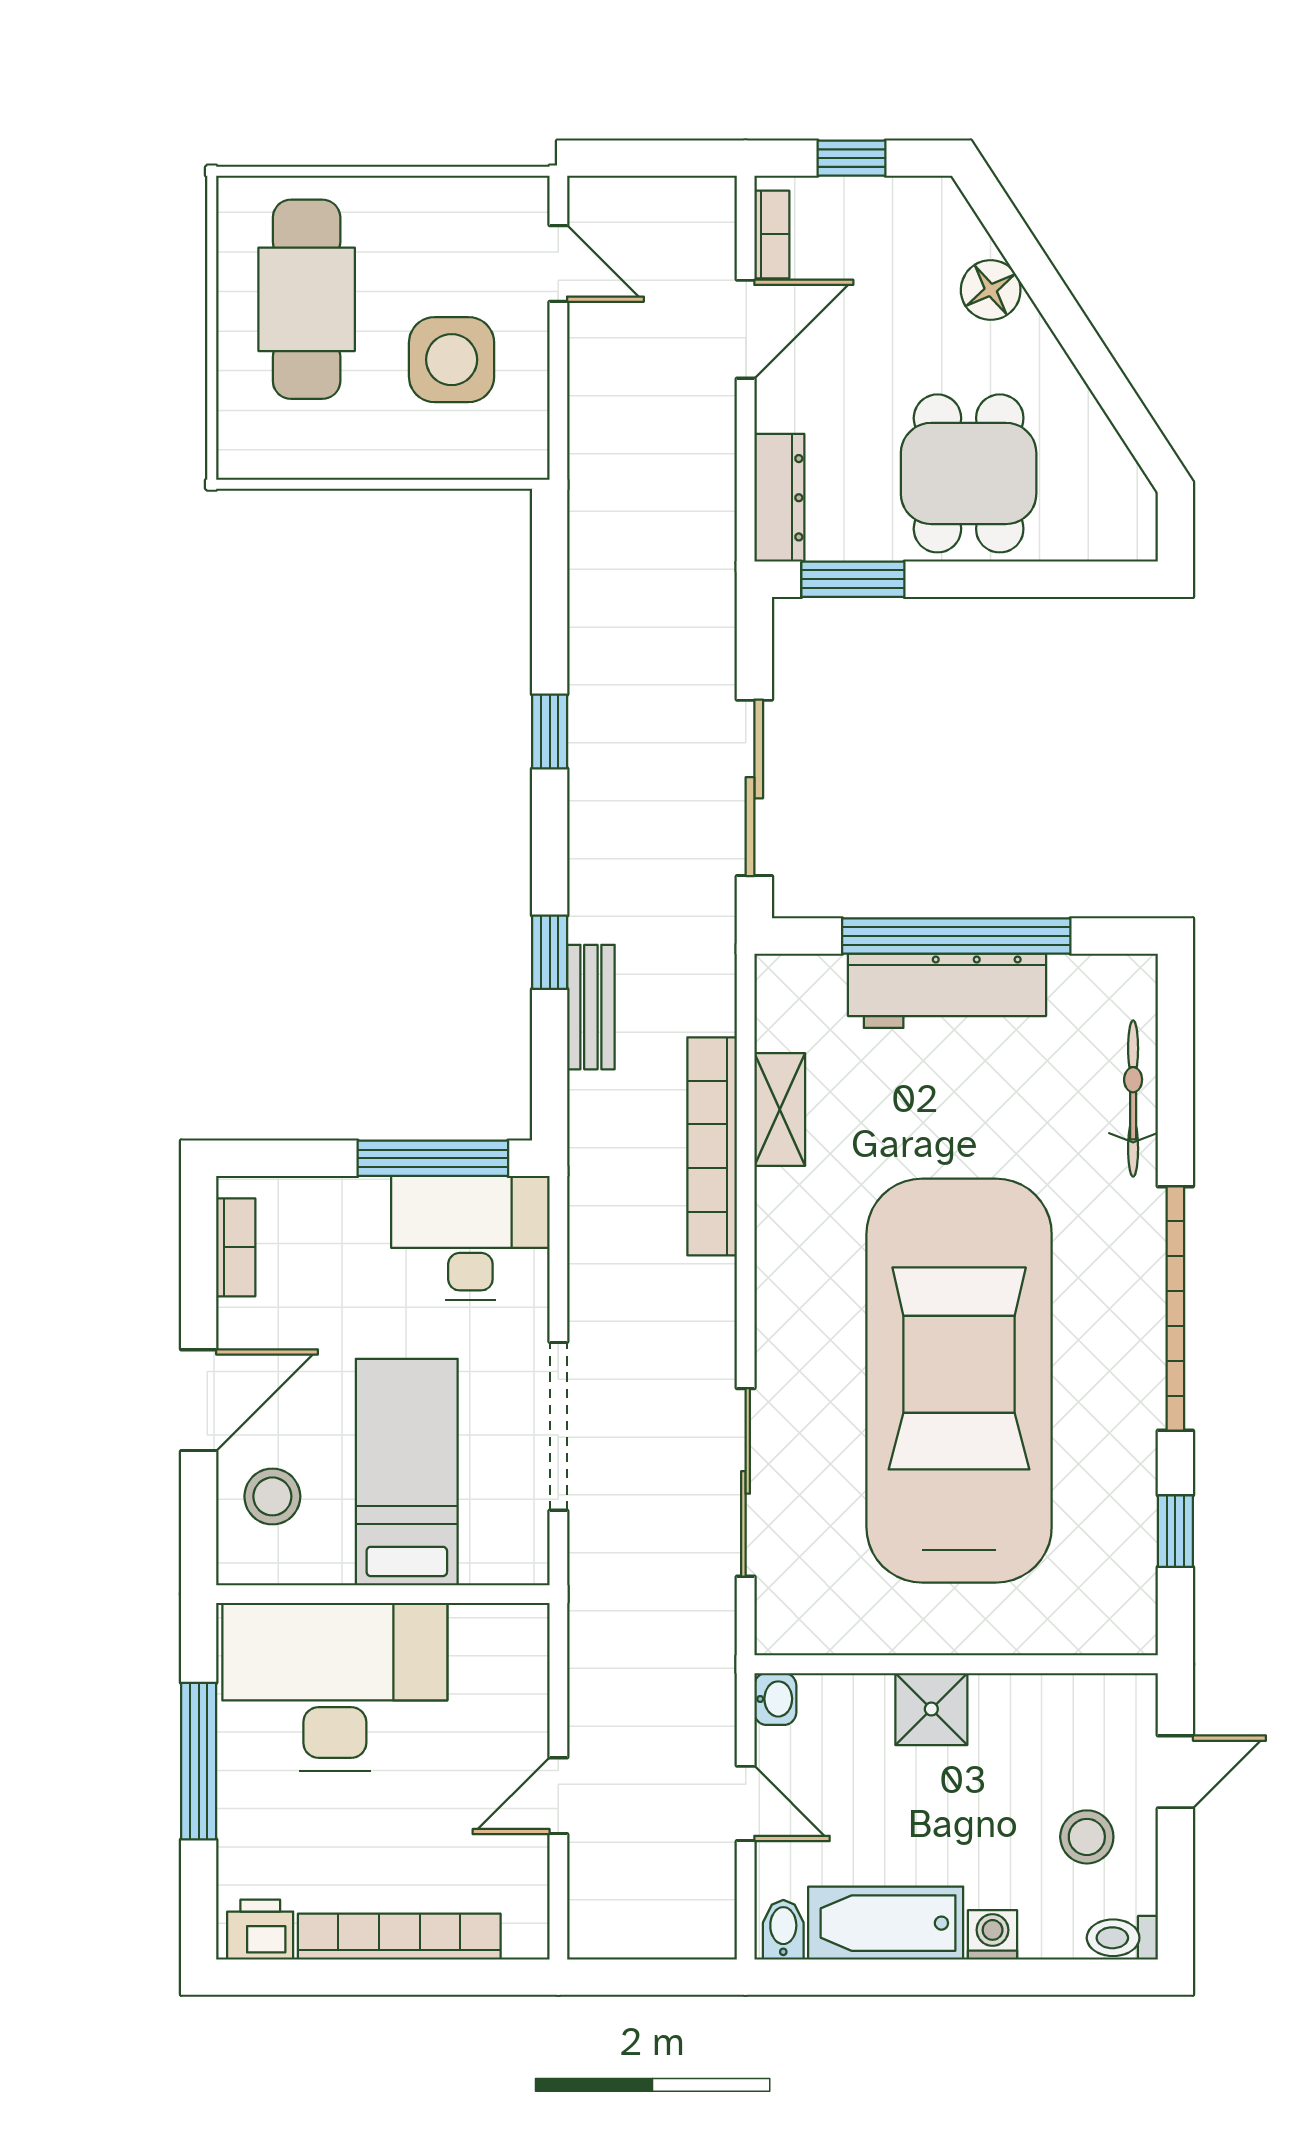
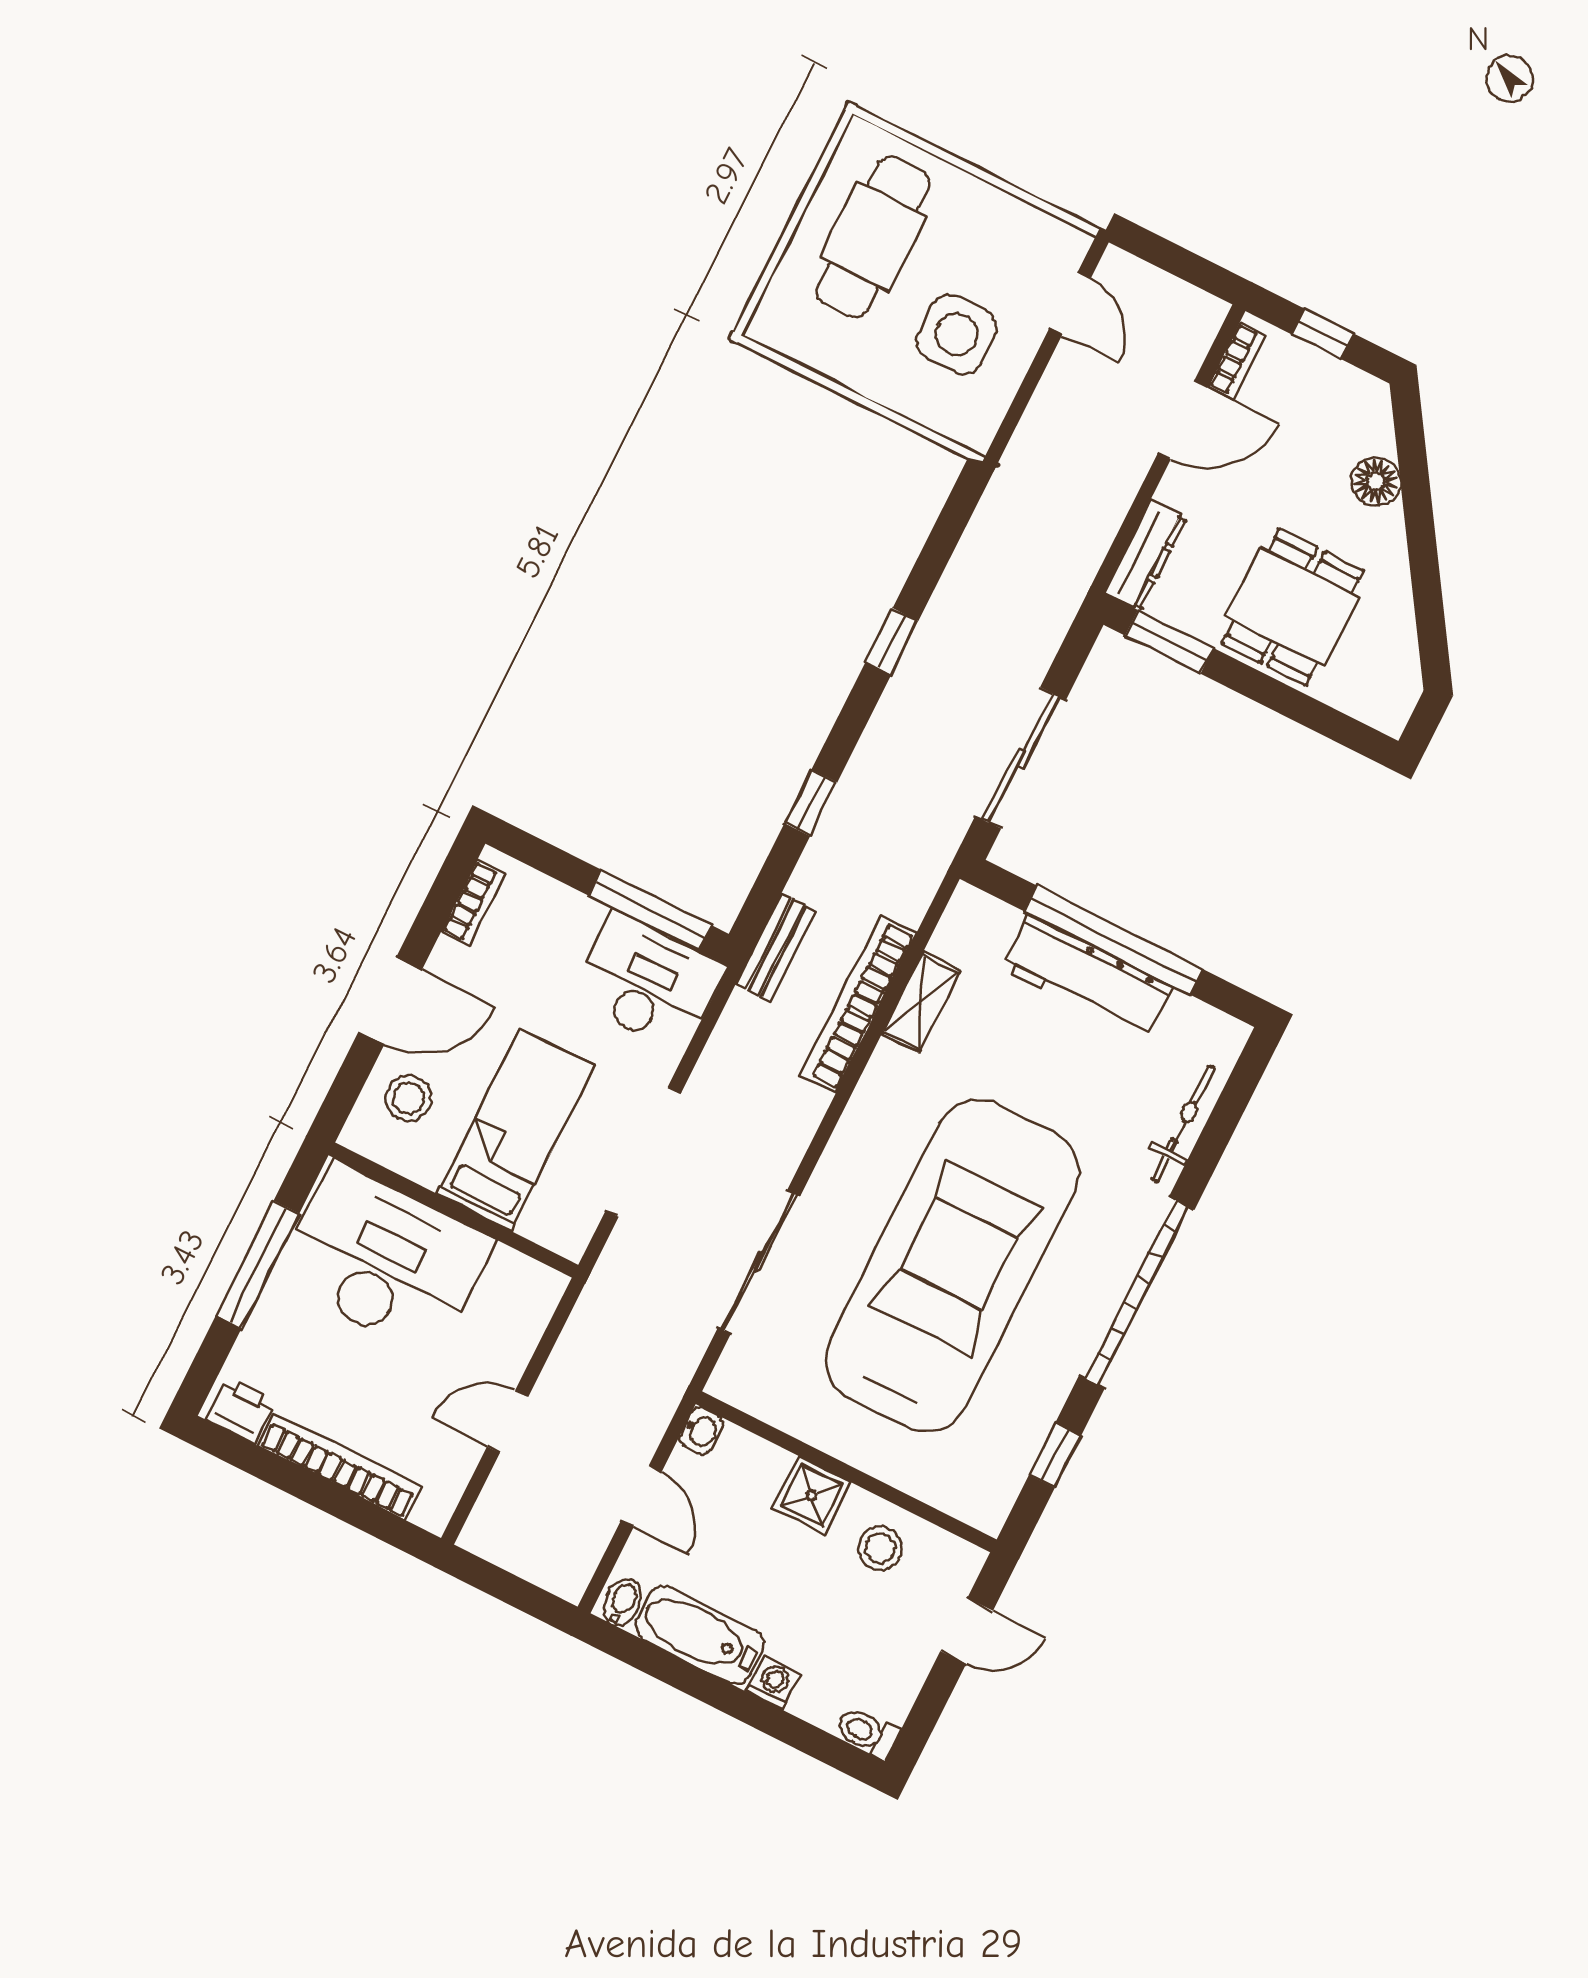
bench: (591, 1007) -> (776, 947), moved
stool: (1087, 1837) -> (880, 1548), moved

